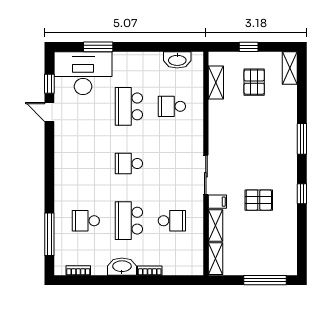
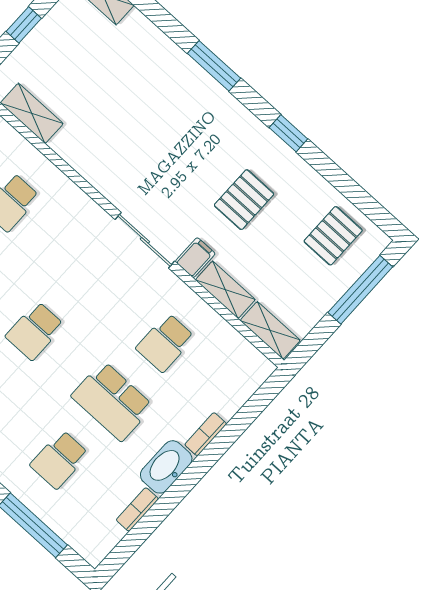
pallet: (254, 82) -> (333, 236), moved, turned 90
school desk: (172, 221) -> (165, 343), turned 180
bookcase: (78, 271) -> (137, 509), moved

